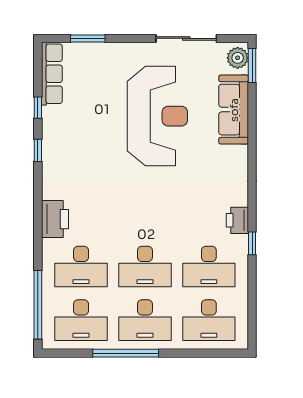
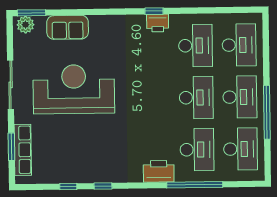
sliding door: (186, 38) -> (11, 85), moved
row of seats: (52, 74) -> (23, 150), moved, turned 90
sofa: (234, 110) -> (68, 27), width x0.73
window: (252, 243) -> (154, 11), moved
window: (38, 305) -> (195, 185), moved

